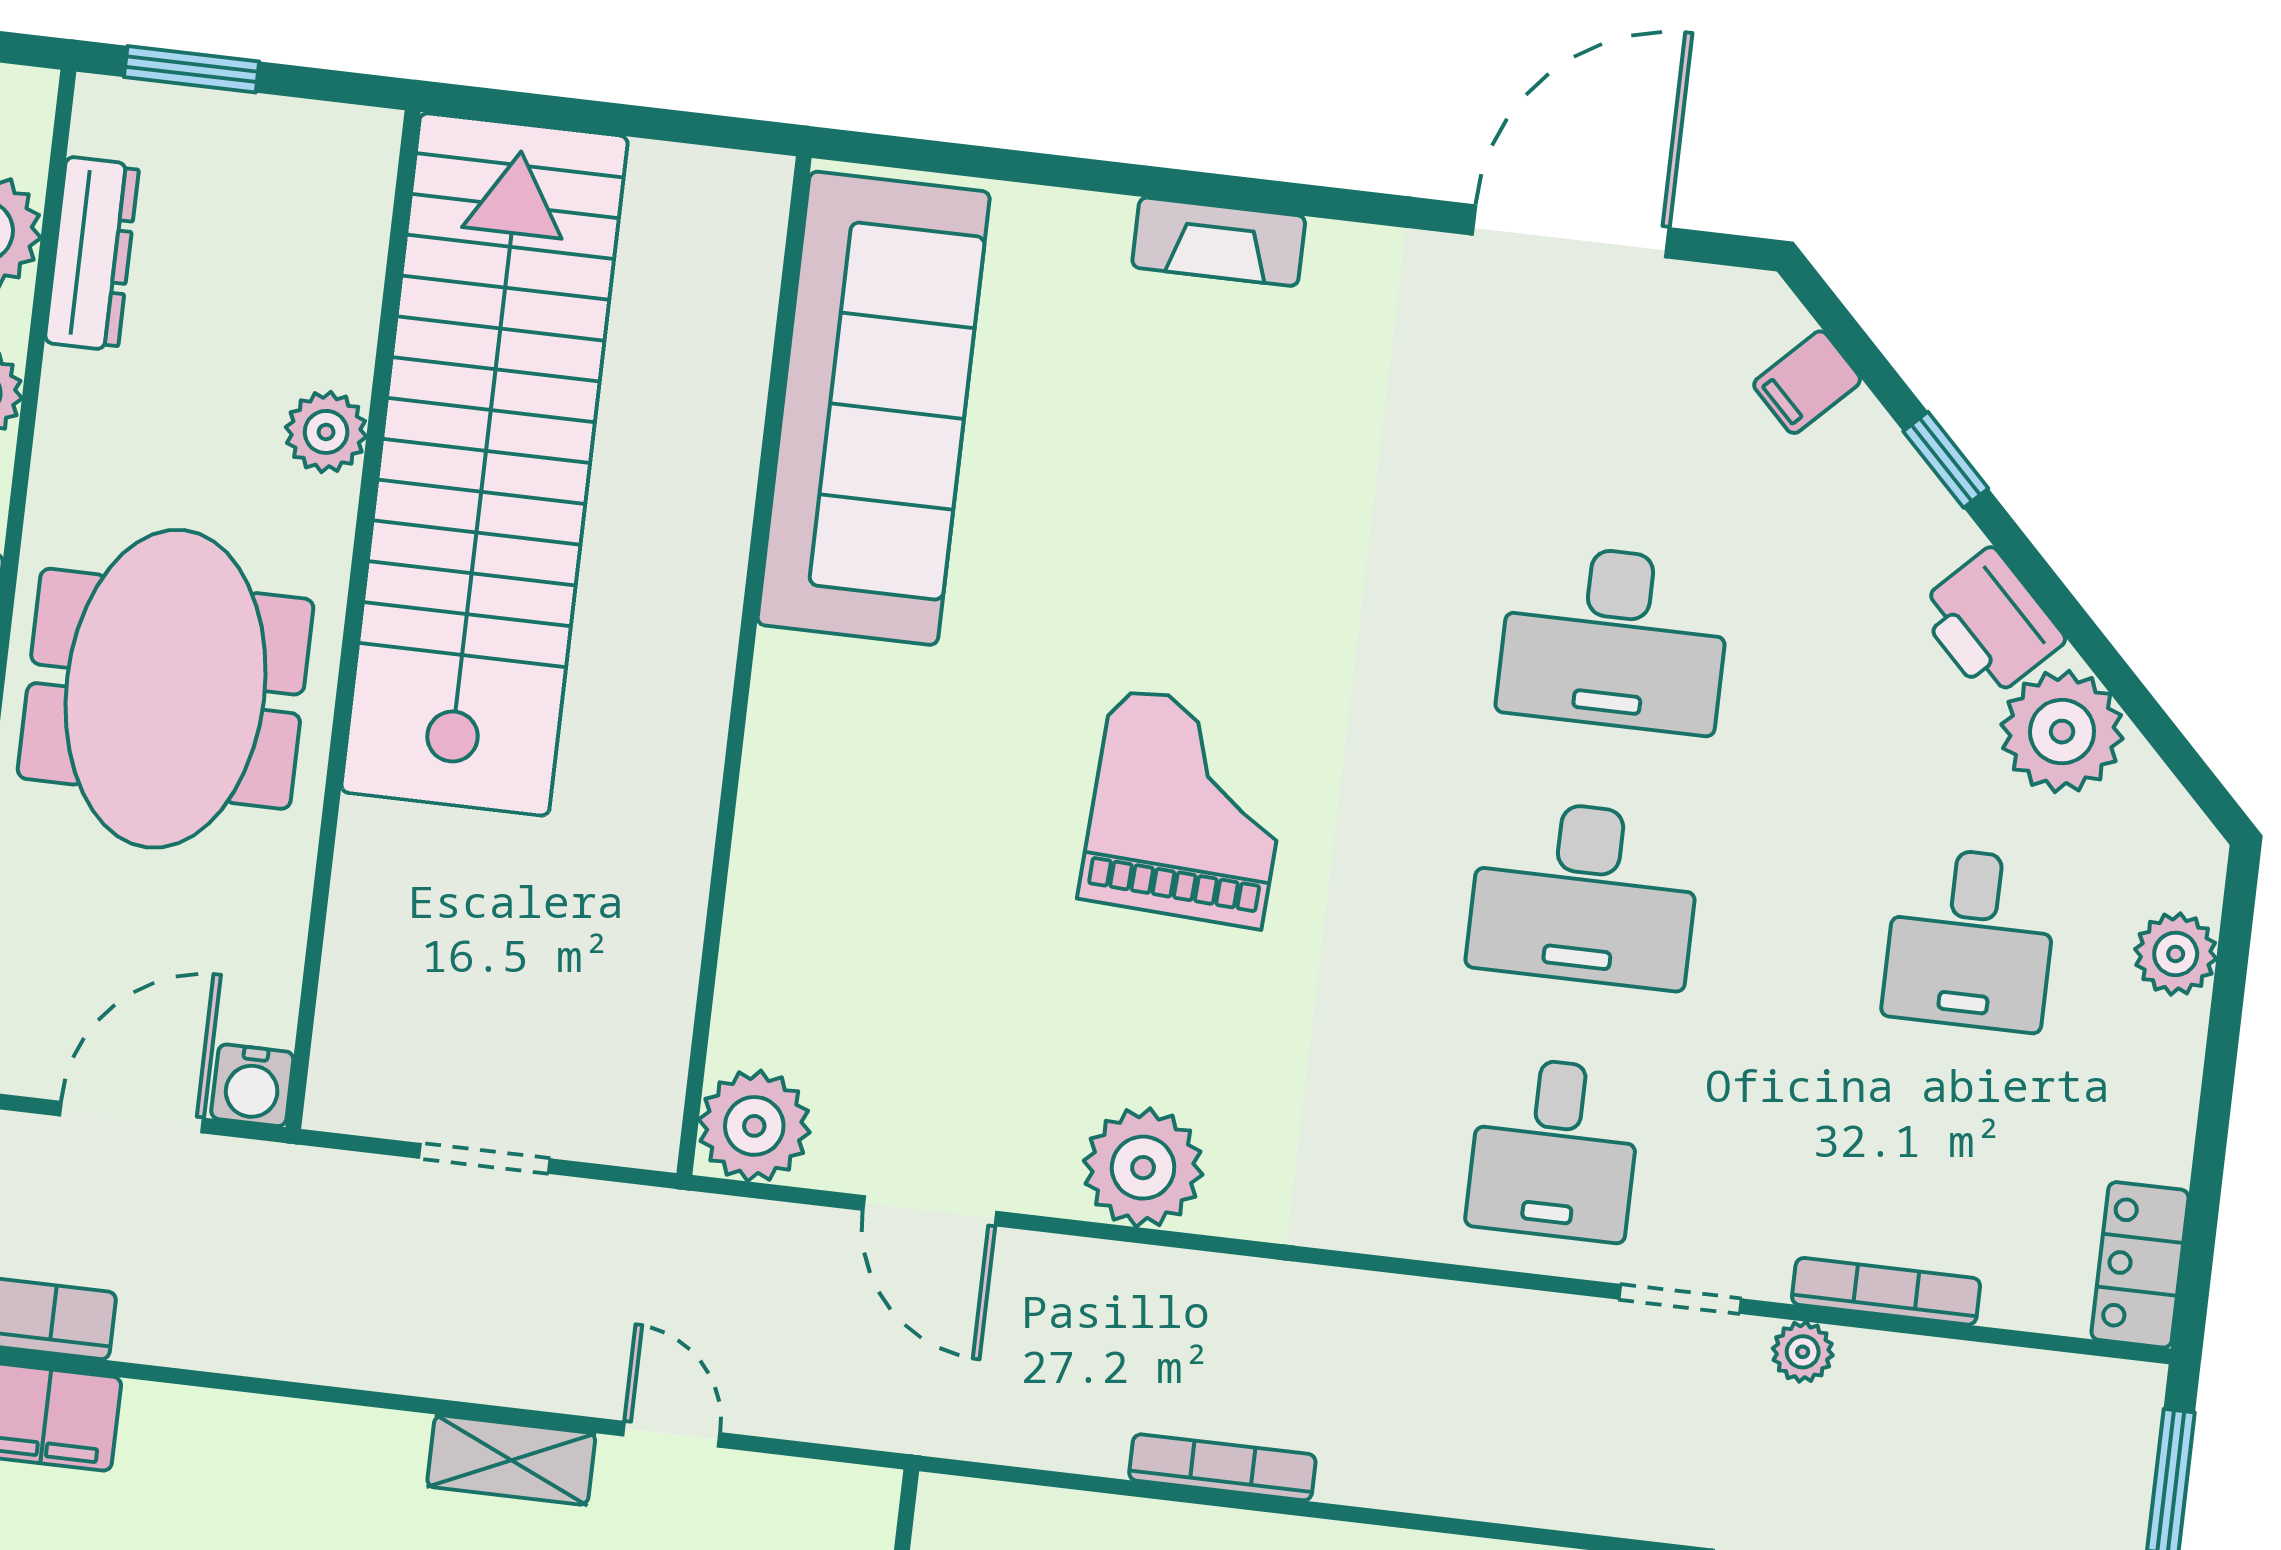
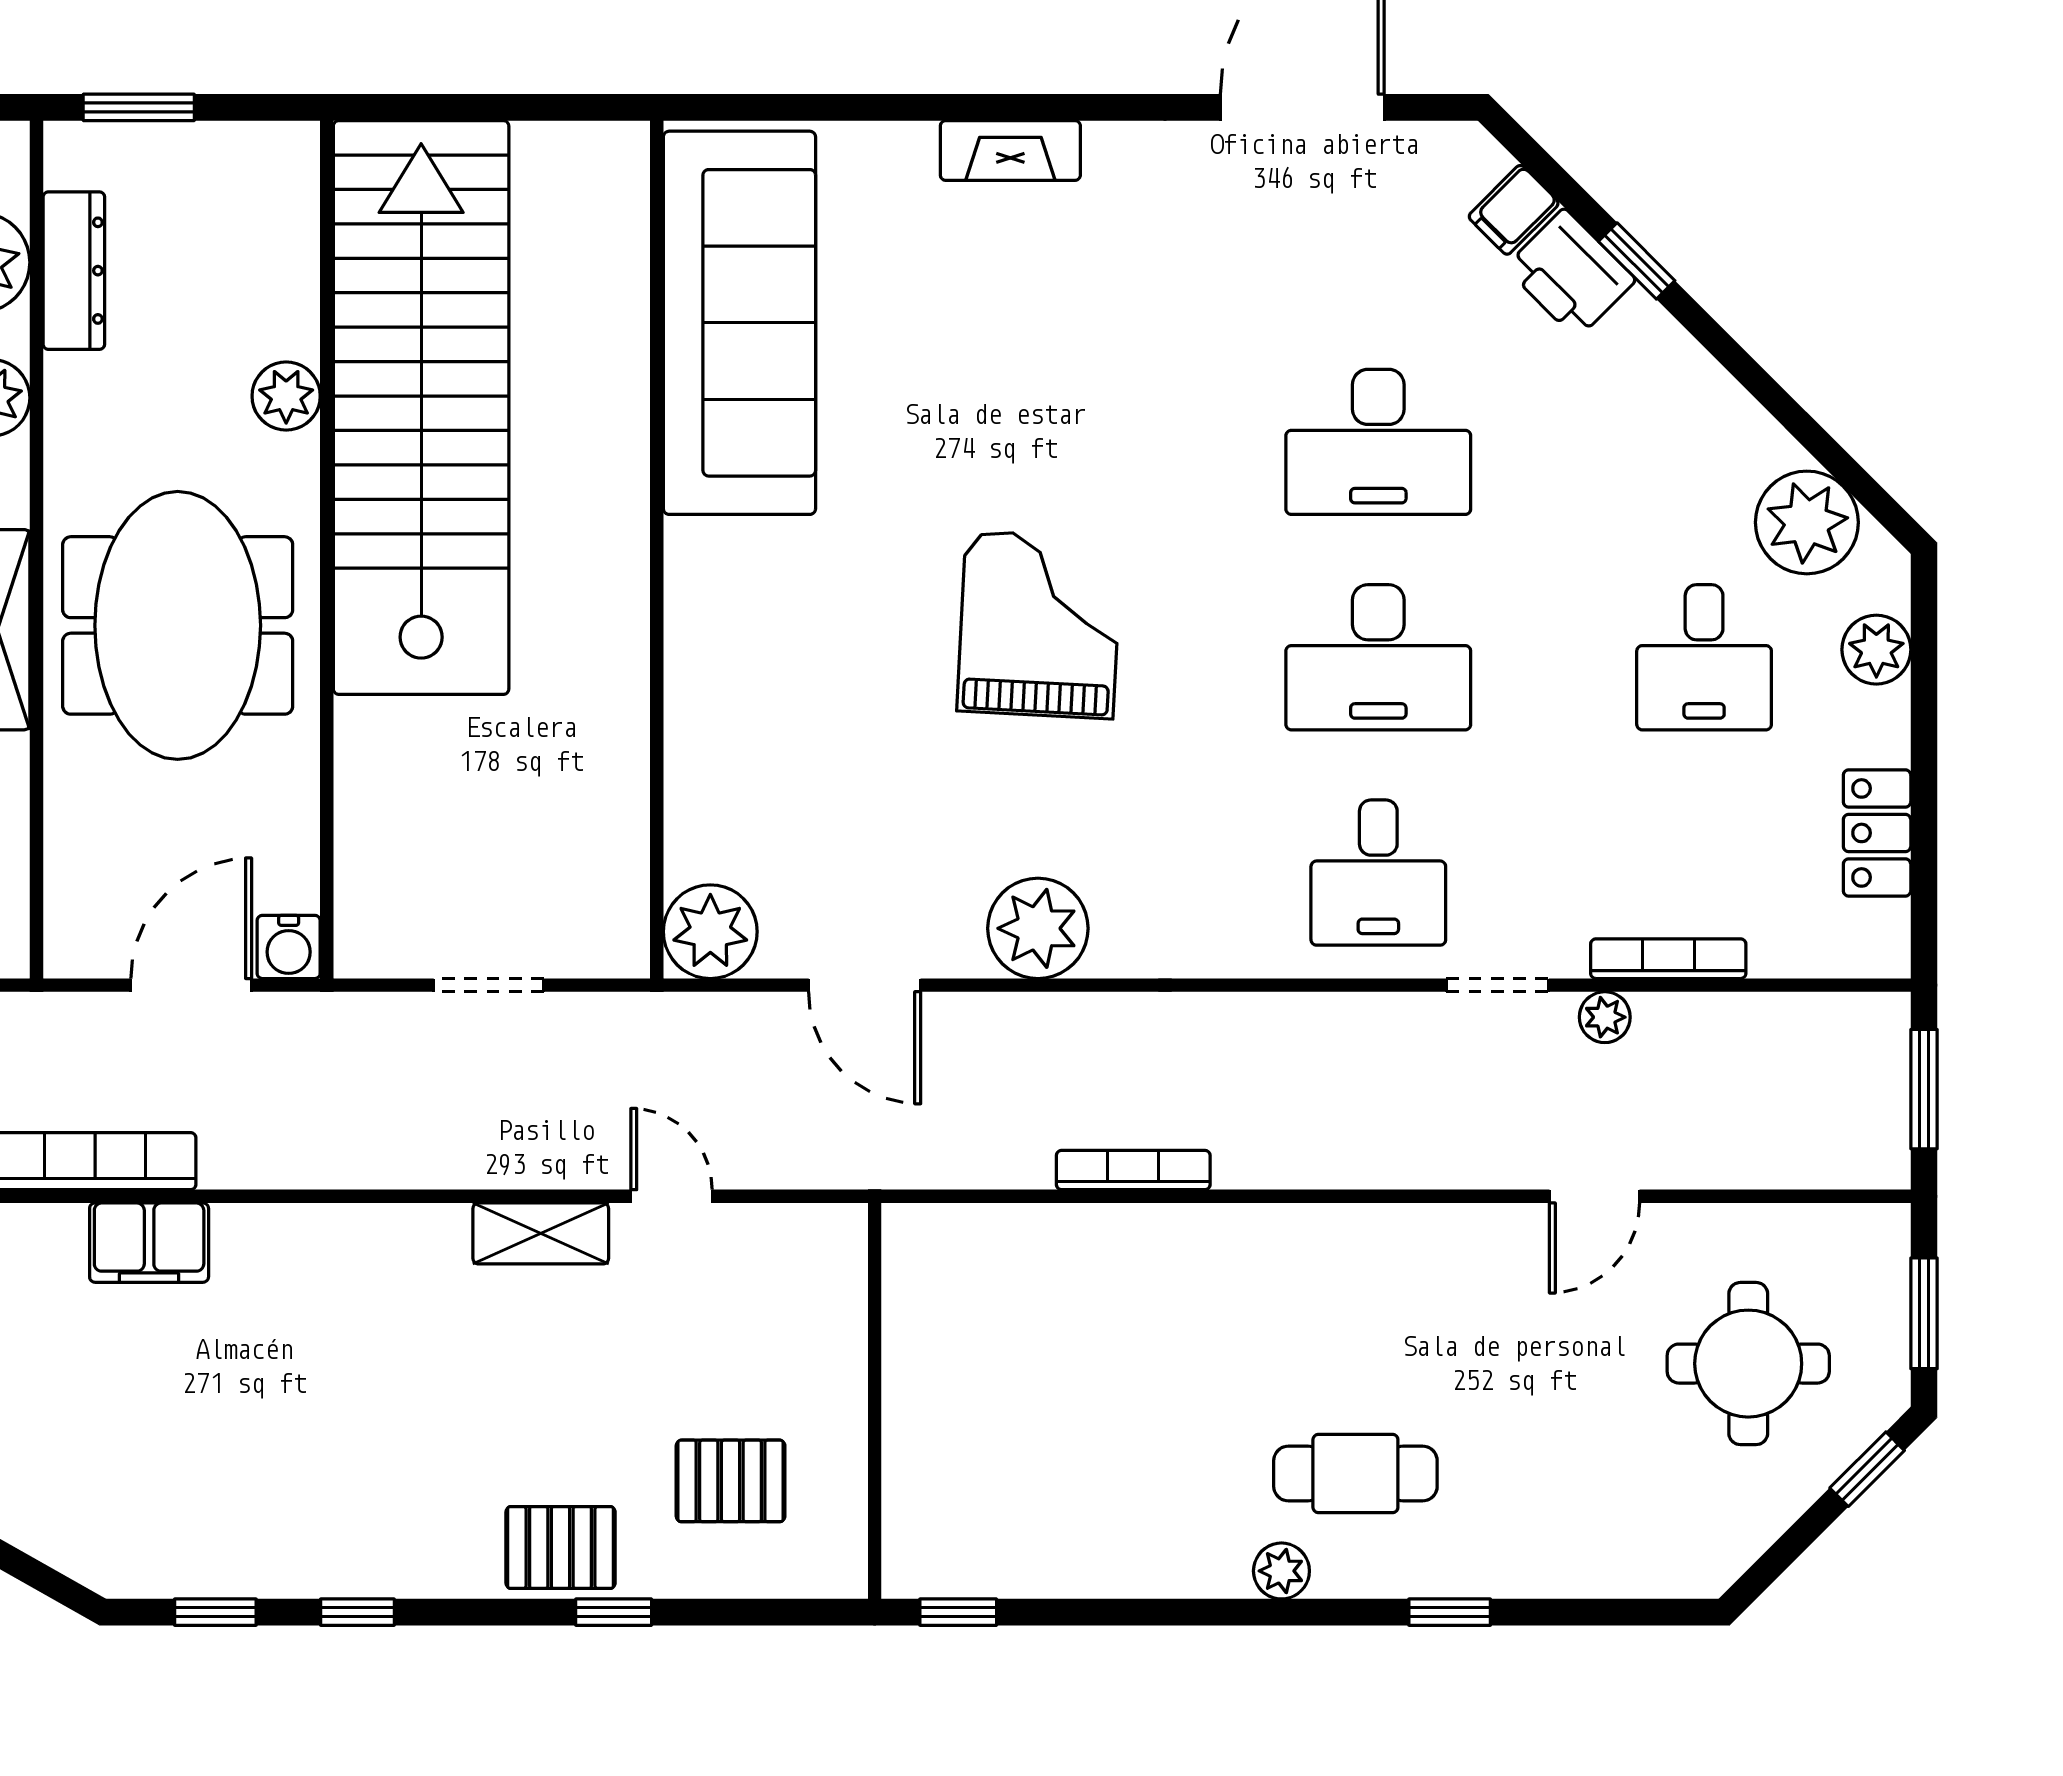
printer: (1990, 624) -> (1570, 274), moved
plant: (2062, 732) -> (1807, 522), moved
locker: (2140, 1265) -> (1877, 833), moved

